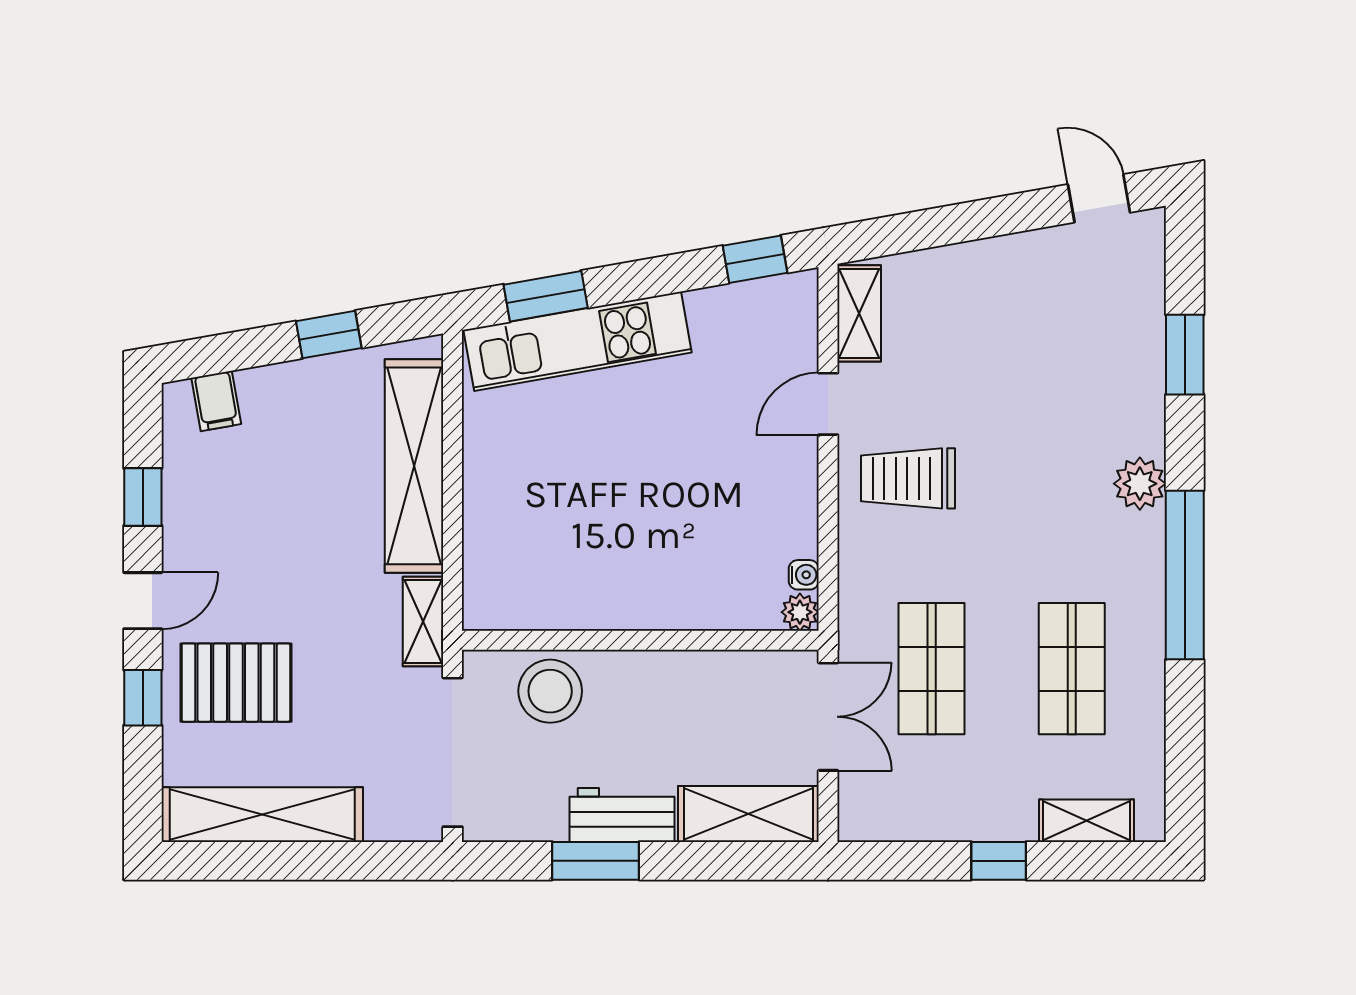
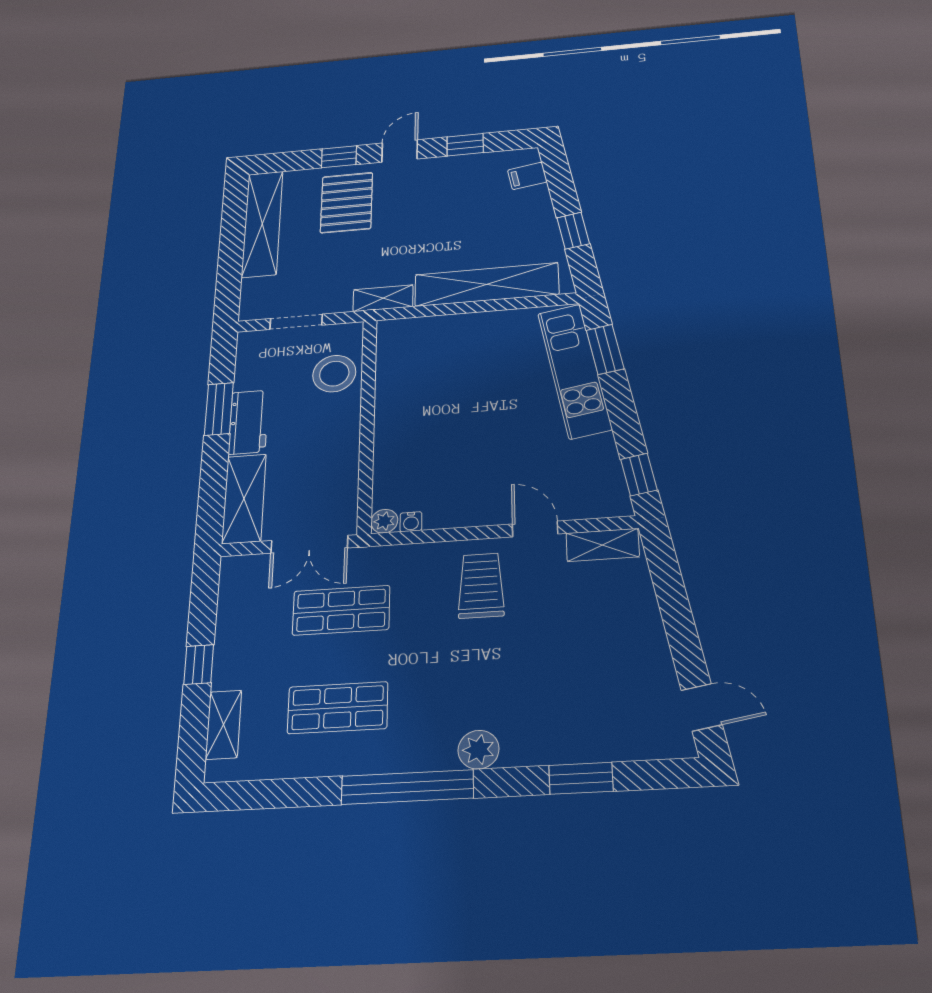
door: (1099, 198) -> (702, 707), hinge flipped
door: (143, 601) -> (400, 151), swing flipped
doorway: (453, 752) -> (296, 322), width x0.53

